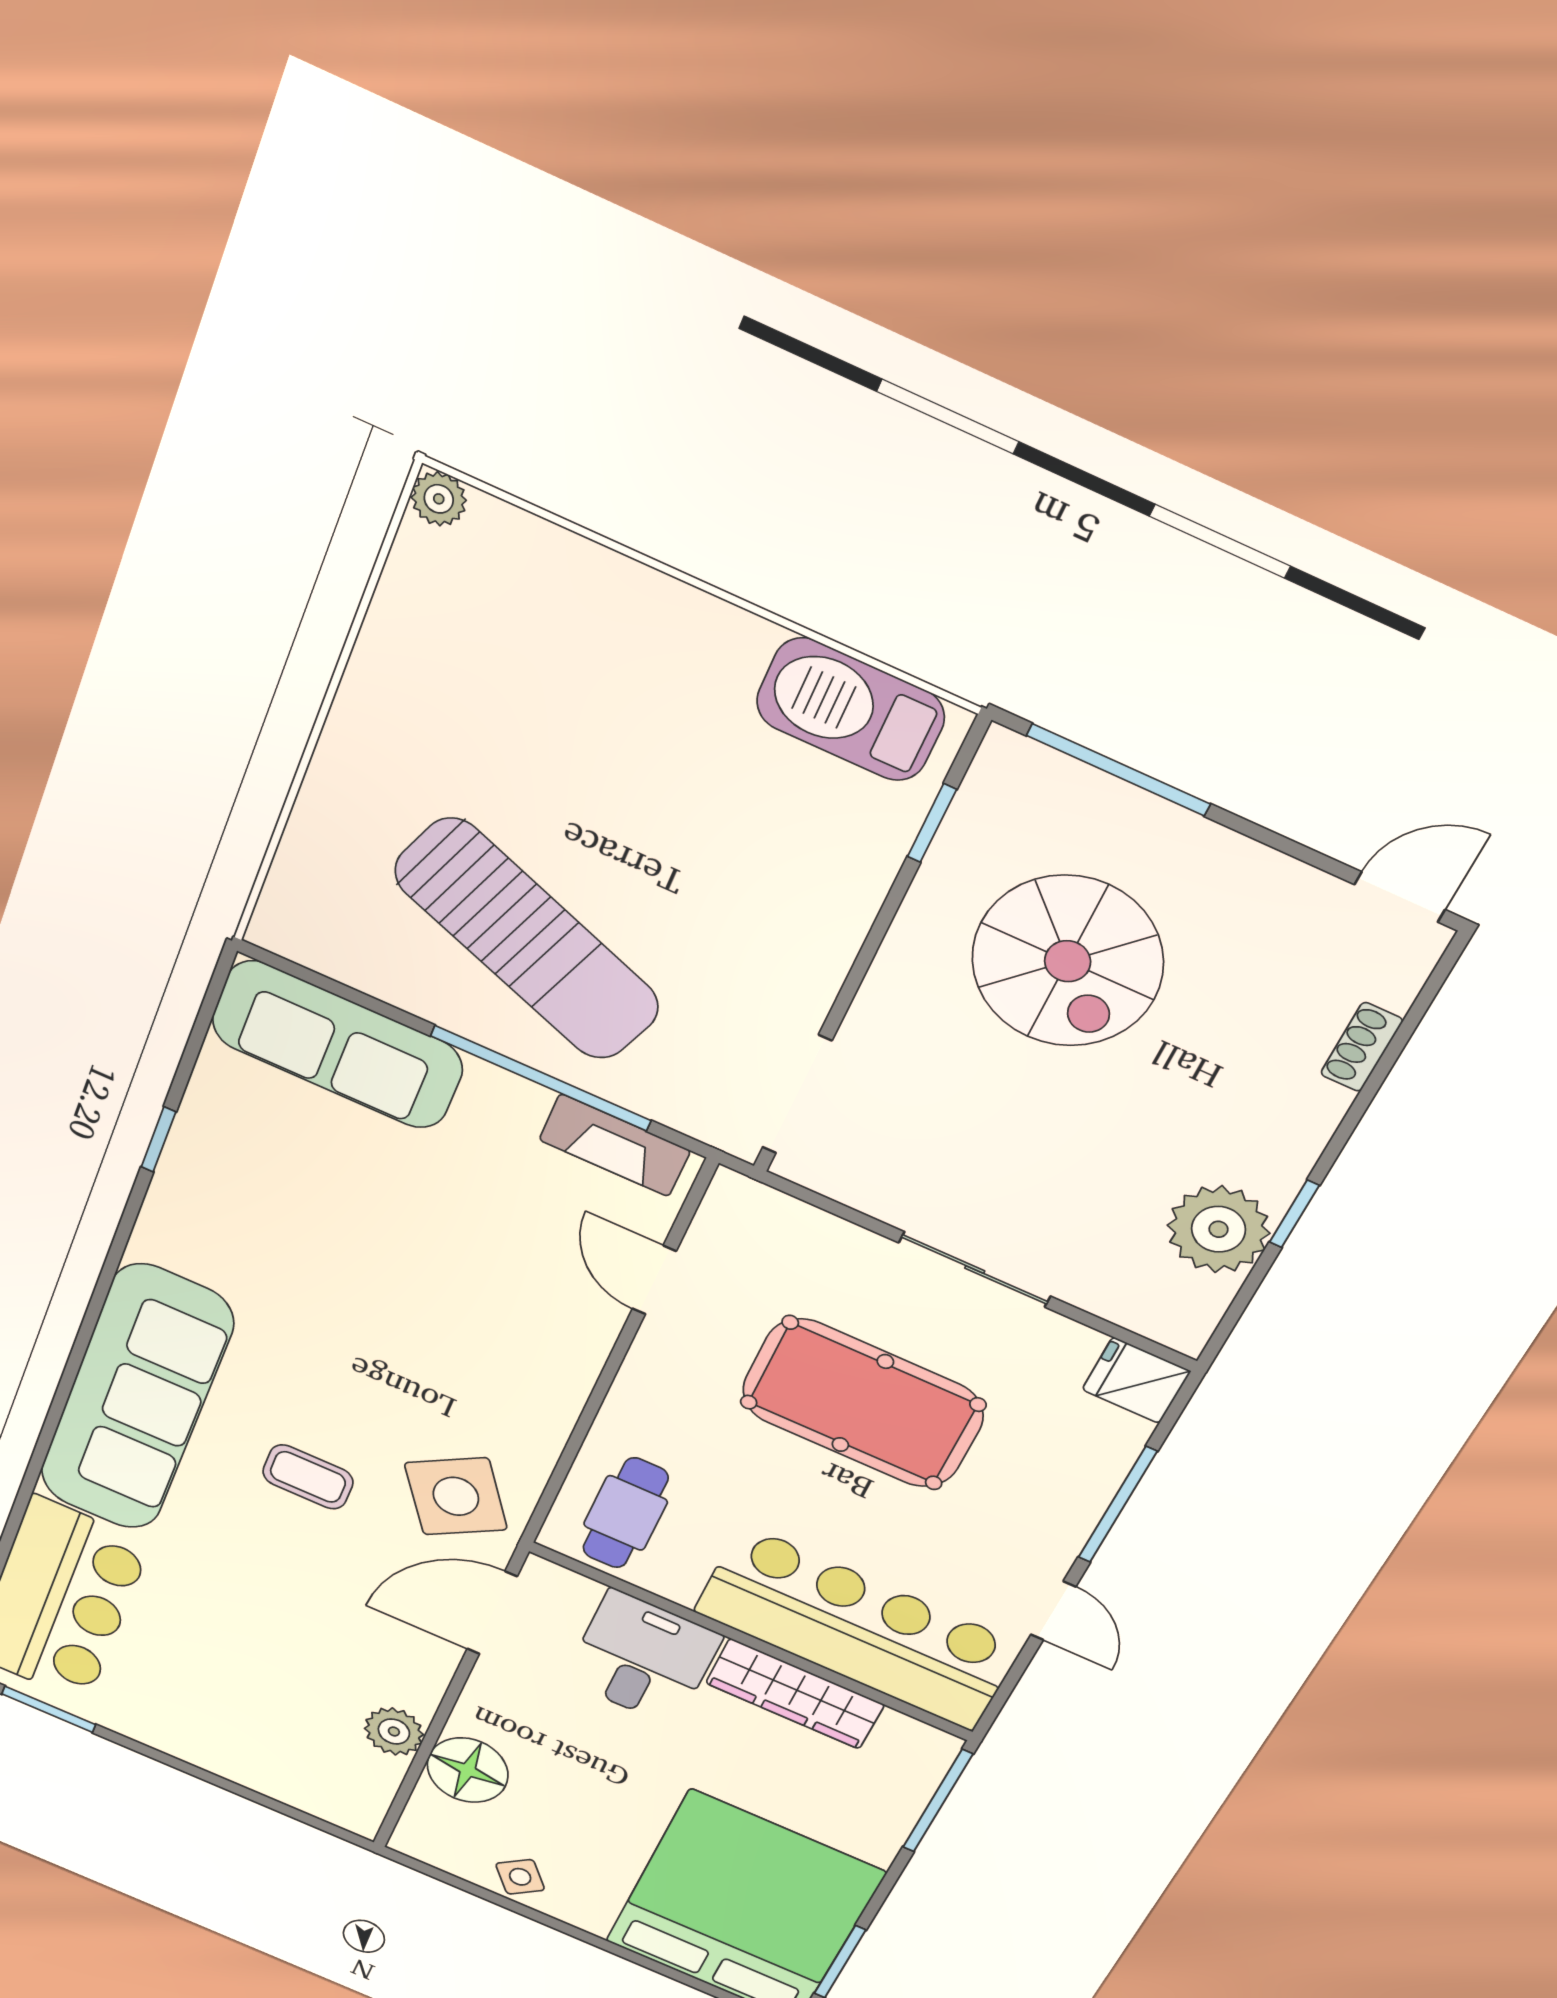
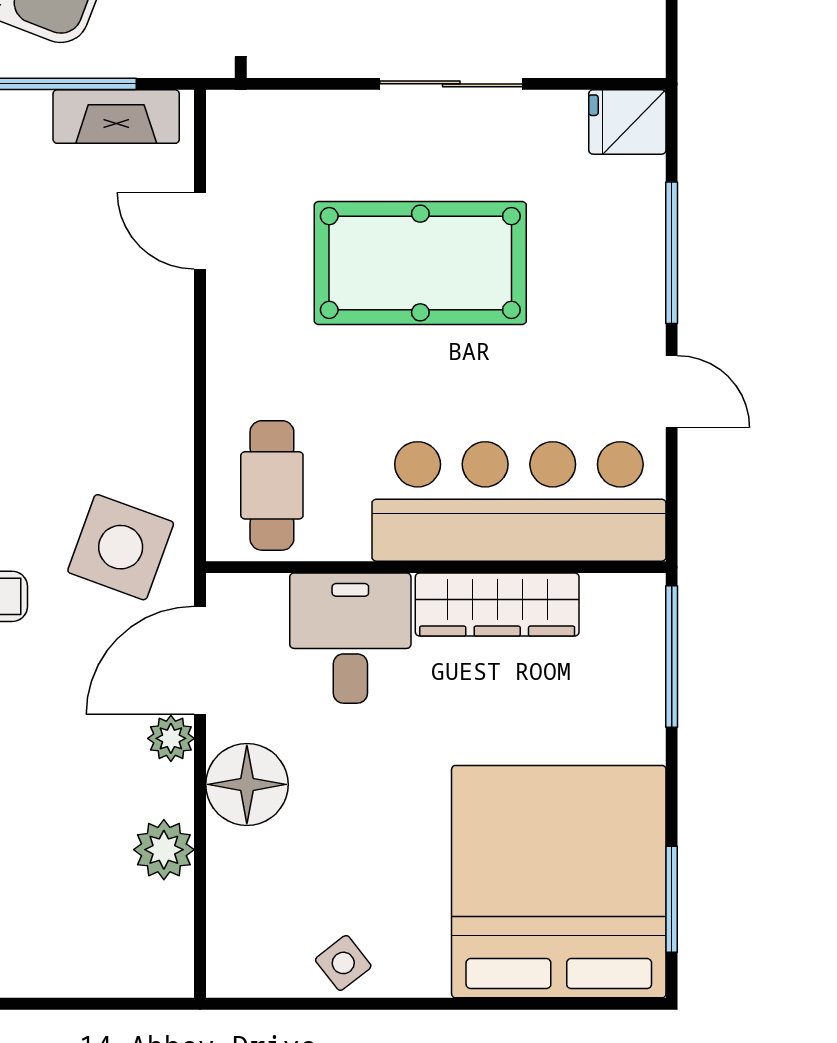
side table: (456, 1496) -> (121, 547), turned -37
plant: (438, 1657) -> (171, 738), added
floor lamp: (468, 1770) -> (247, 784), moved

